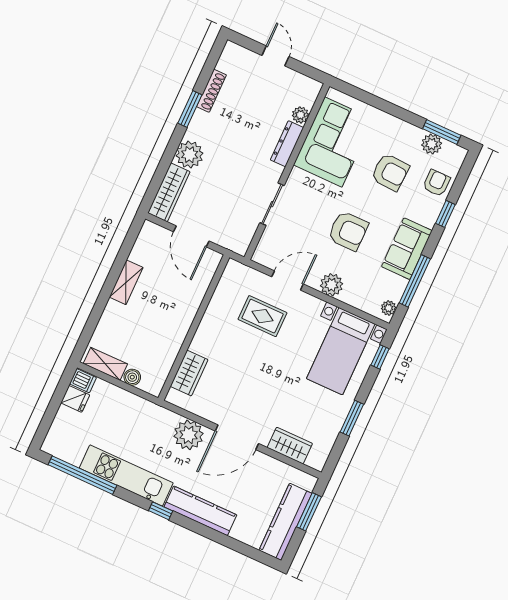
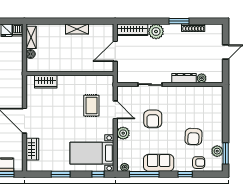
corner sofa: (333, 142) -> (195, 101), removed
armchair: (348, 231) -> (153, 119), moved
plant: (189, 435) -> (14, 96), removed

